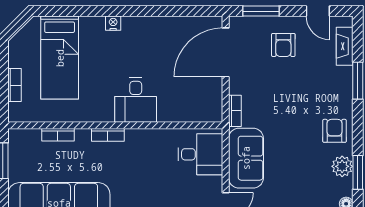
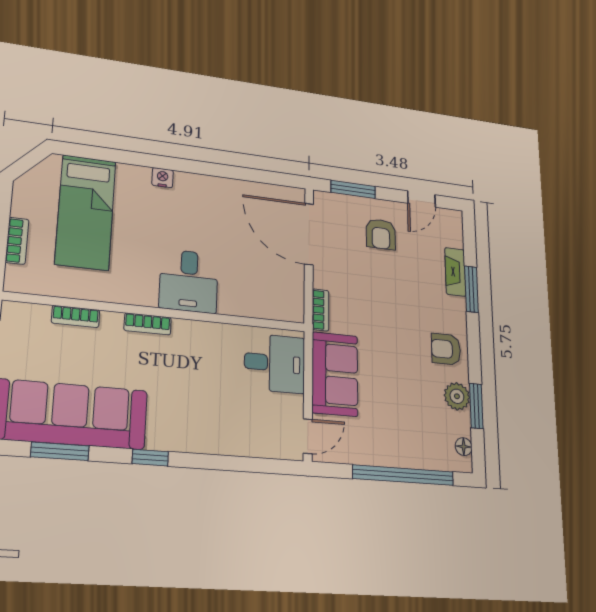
door: (318, 11) -> (421, 199), hinge flipped
fireplace: (345, 46) -> (455, 272), moved
door: (226, 52) -> (309, 234), hinge flipped
armchair: (335, 131) -> (446, 349), turned -90

